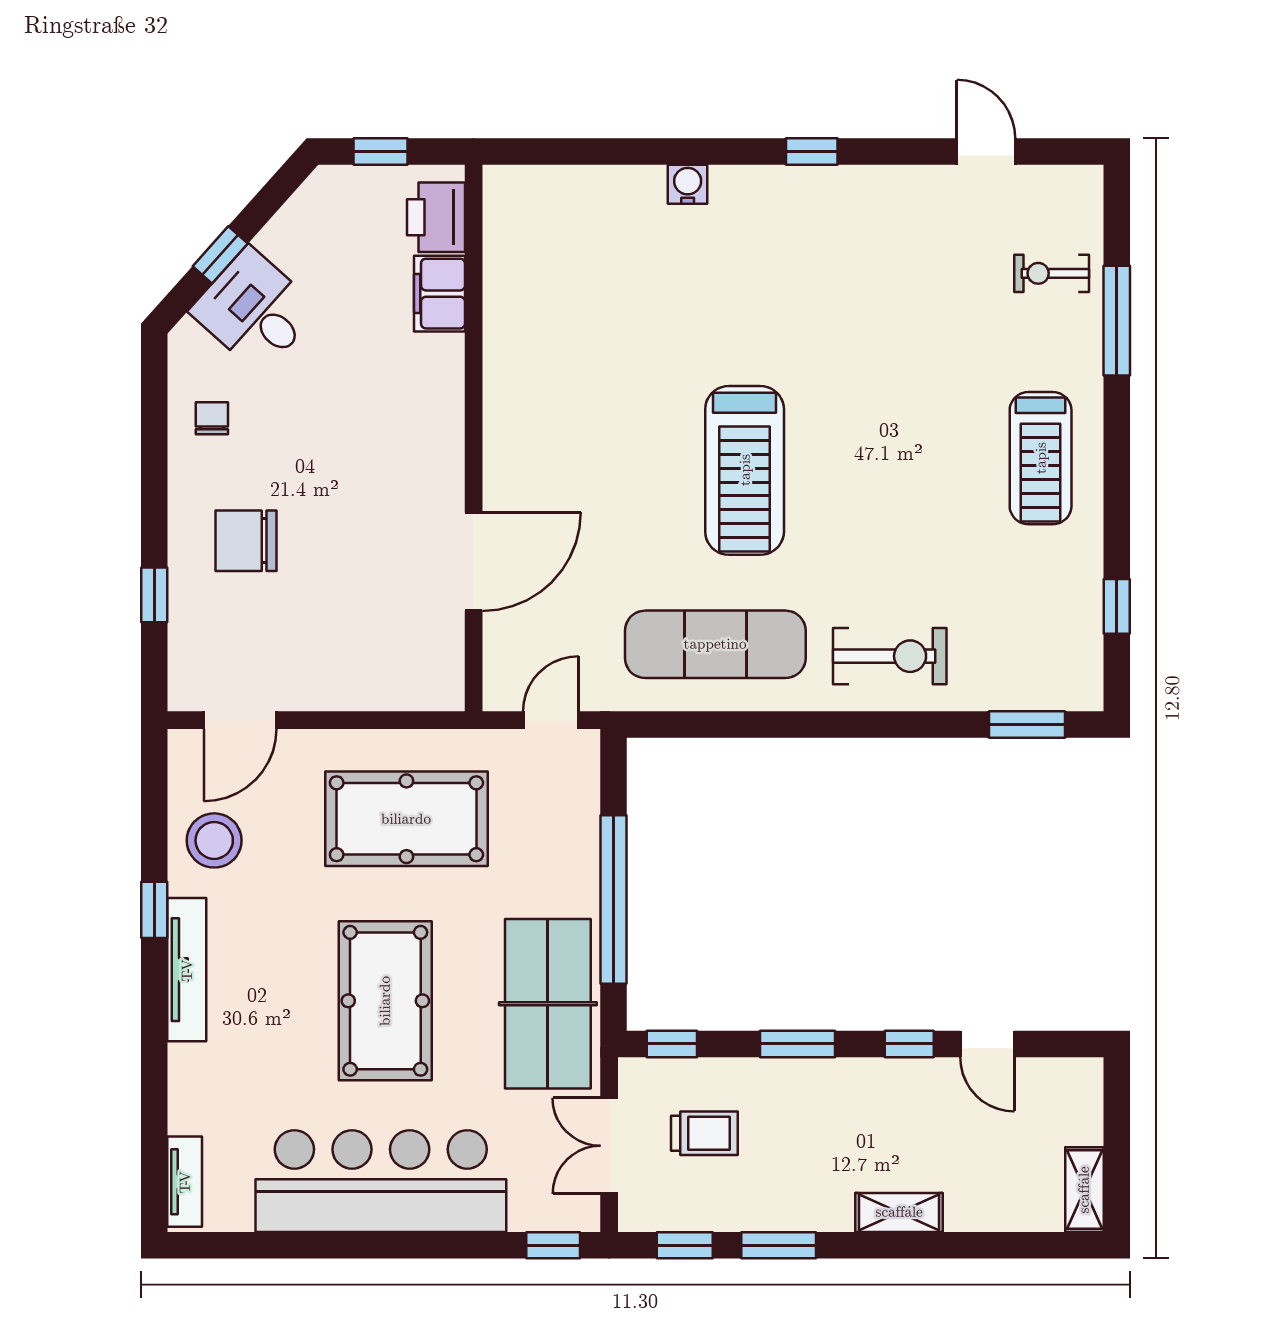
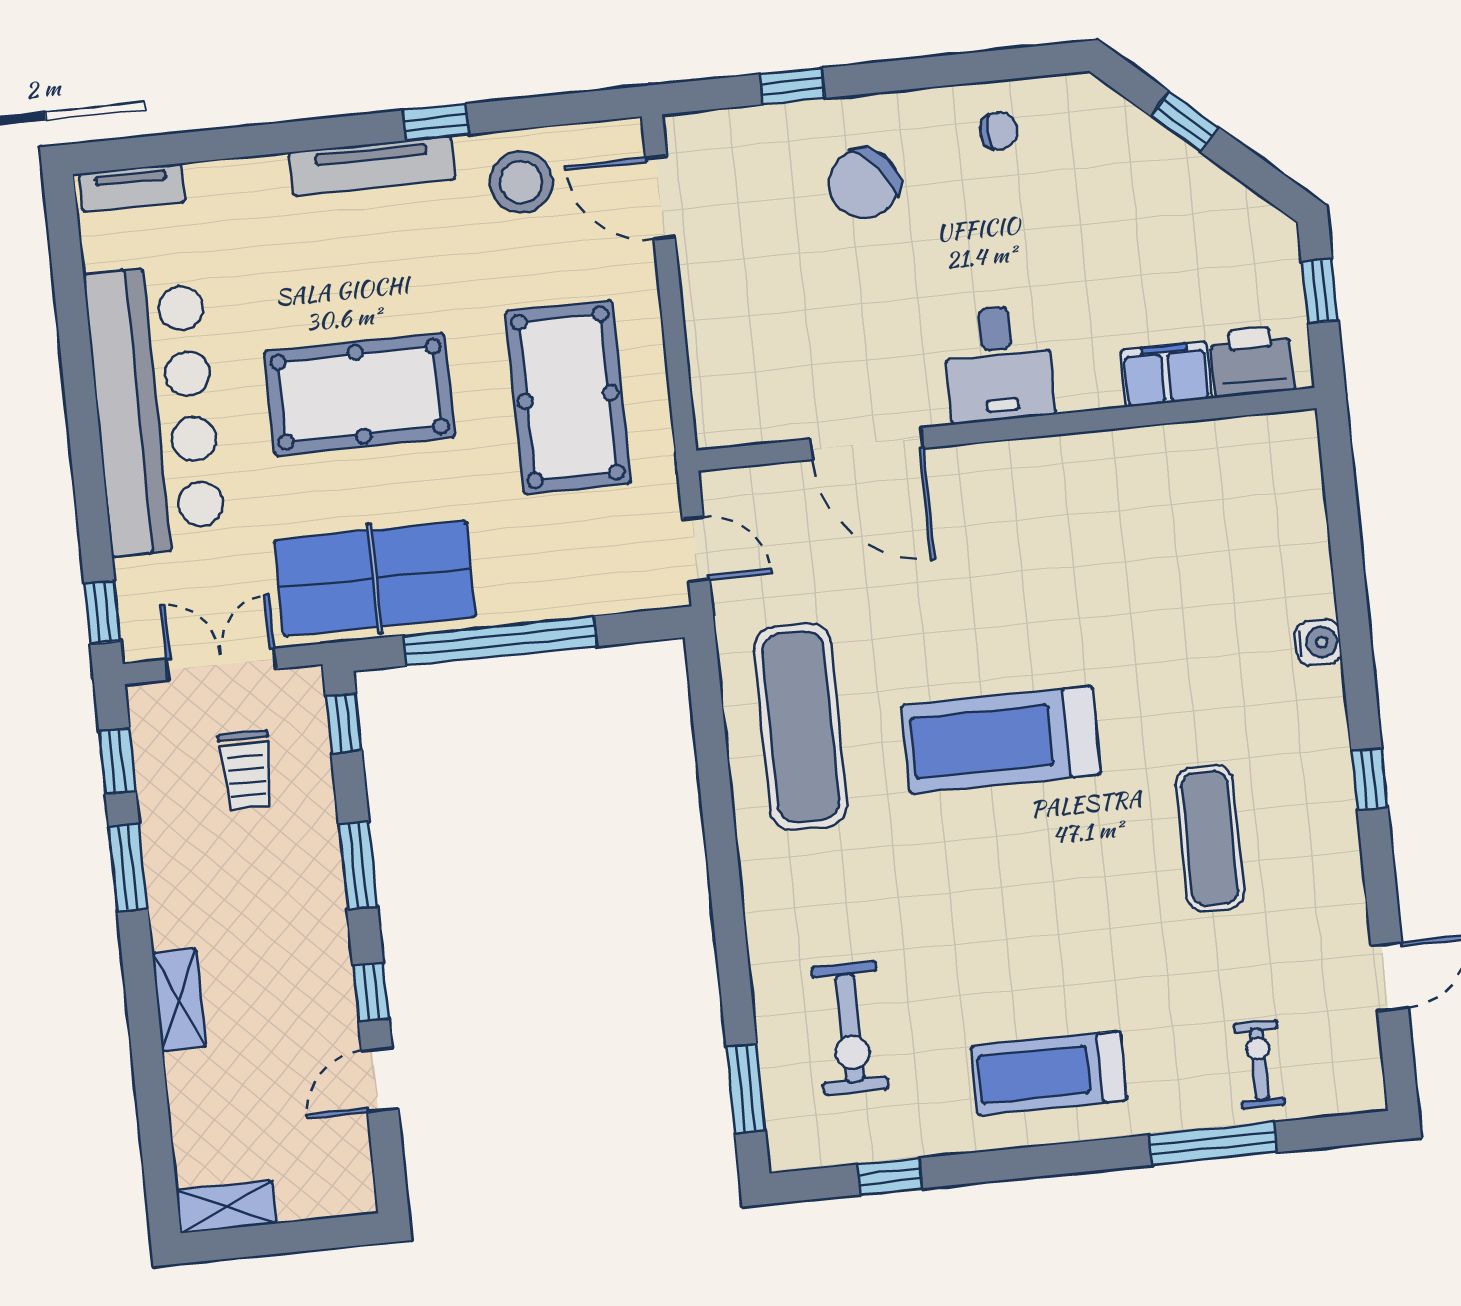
exercise mat: (849, 297) -> (1210, 838), added
desk: (255, 310) -> (999, 363), moved, turned 138
chair: (246, 541) -> (864, 184), turned -130
exercise bike: (890, 656) -> (850, 1028), moved

